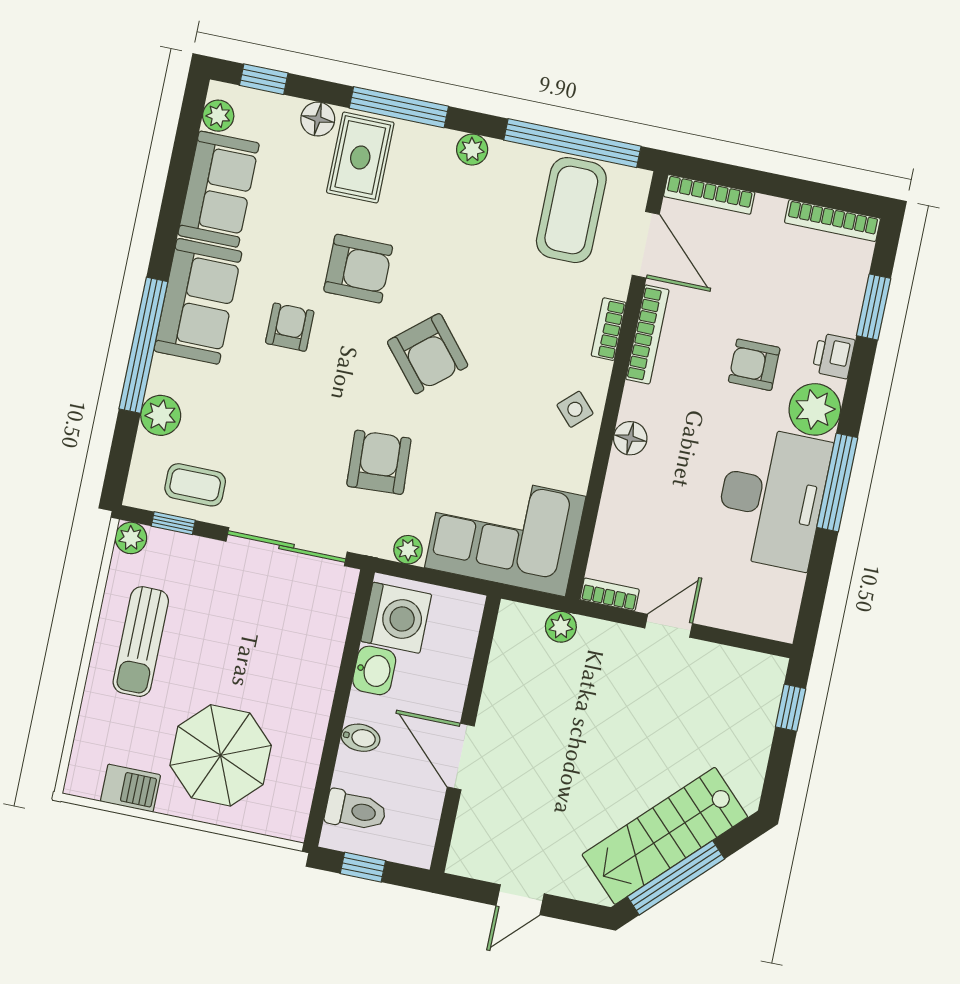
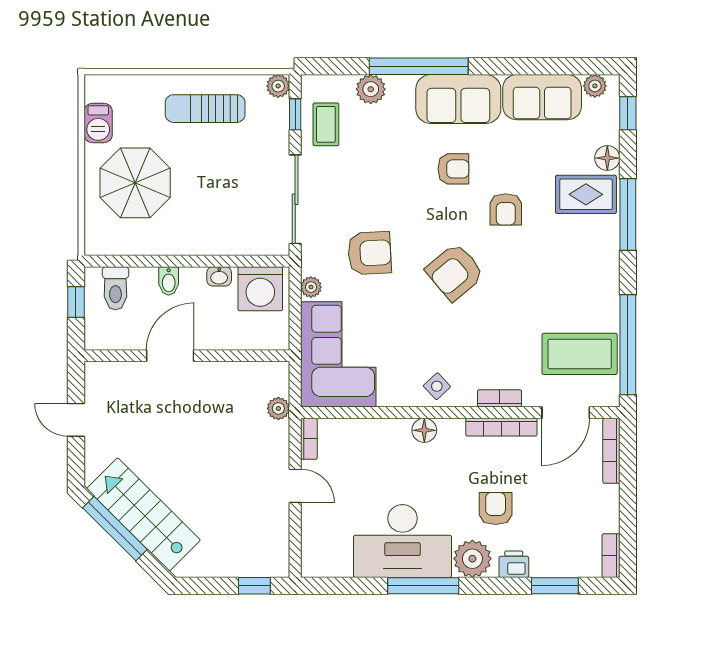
plant: (472, 150) -> (608, 274), removed
bookcase: (832, 221) -> (611, 556), width x0.64
armchair: (358, 269) -> (506, 209), width x0.72, depth x0.72
washbasin: (374, 670) -> (219, 276), width x0.72, depth x0.69

